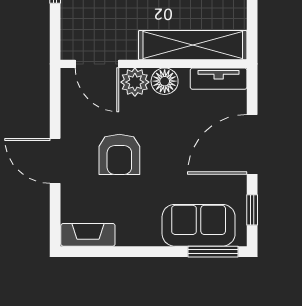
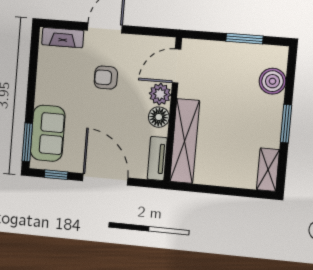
armchair: (119, 154) -> (106, 78), width x0.72, depth x0.72
fireplace: (88, 235) -> (63, 38), moved, turned 90

